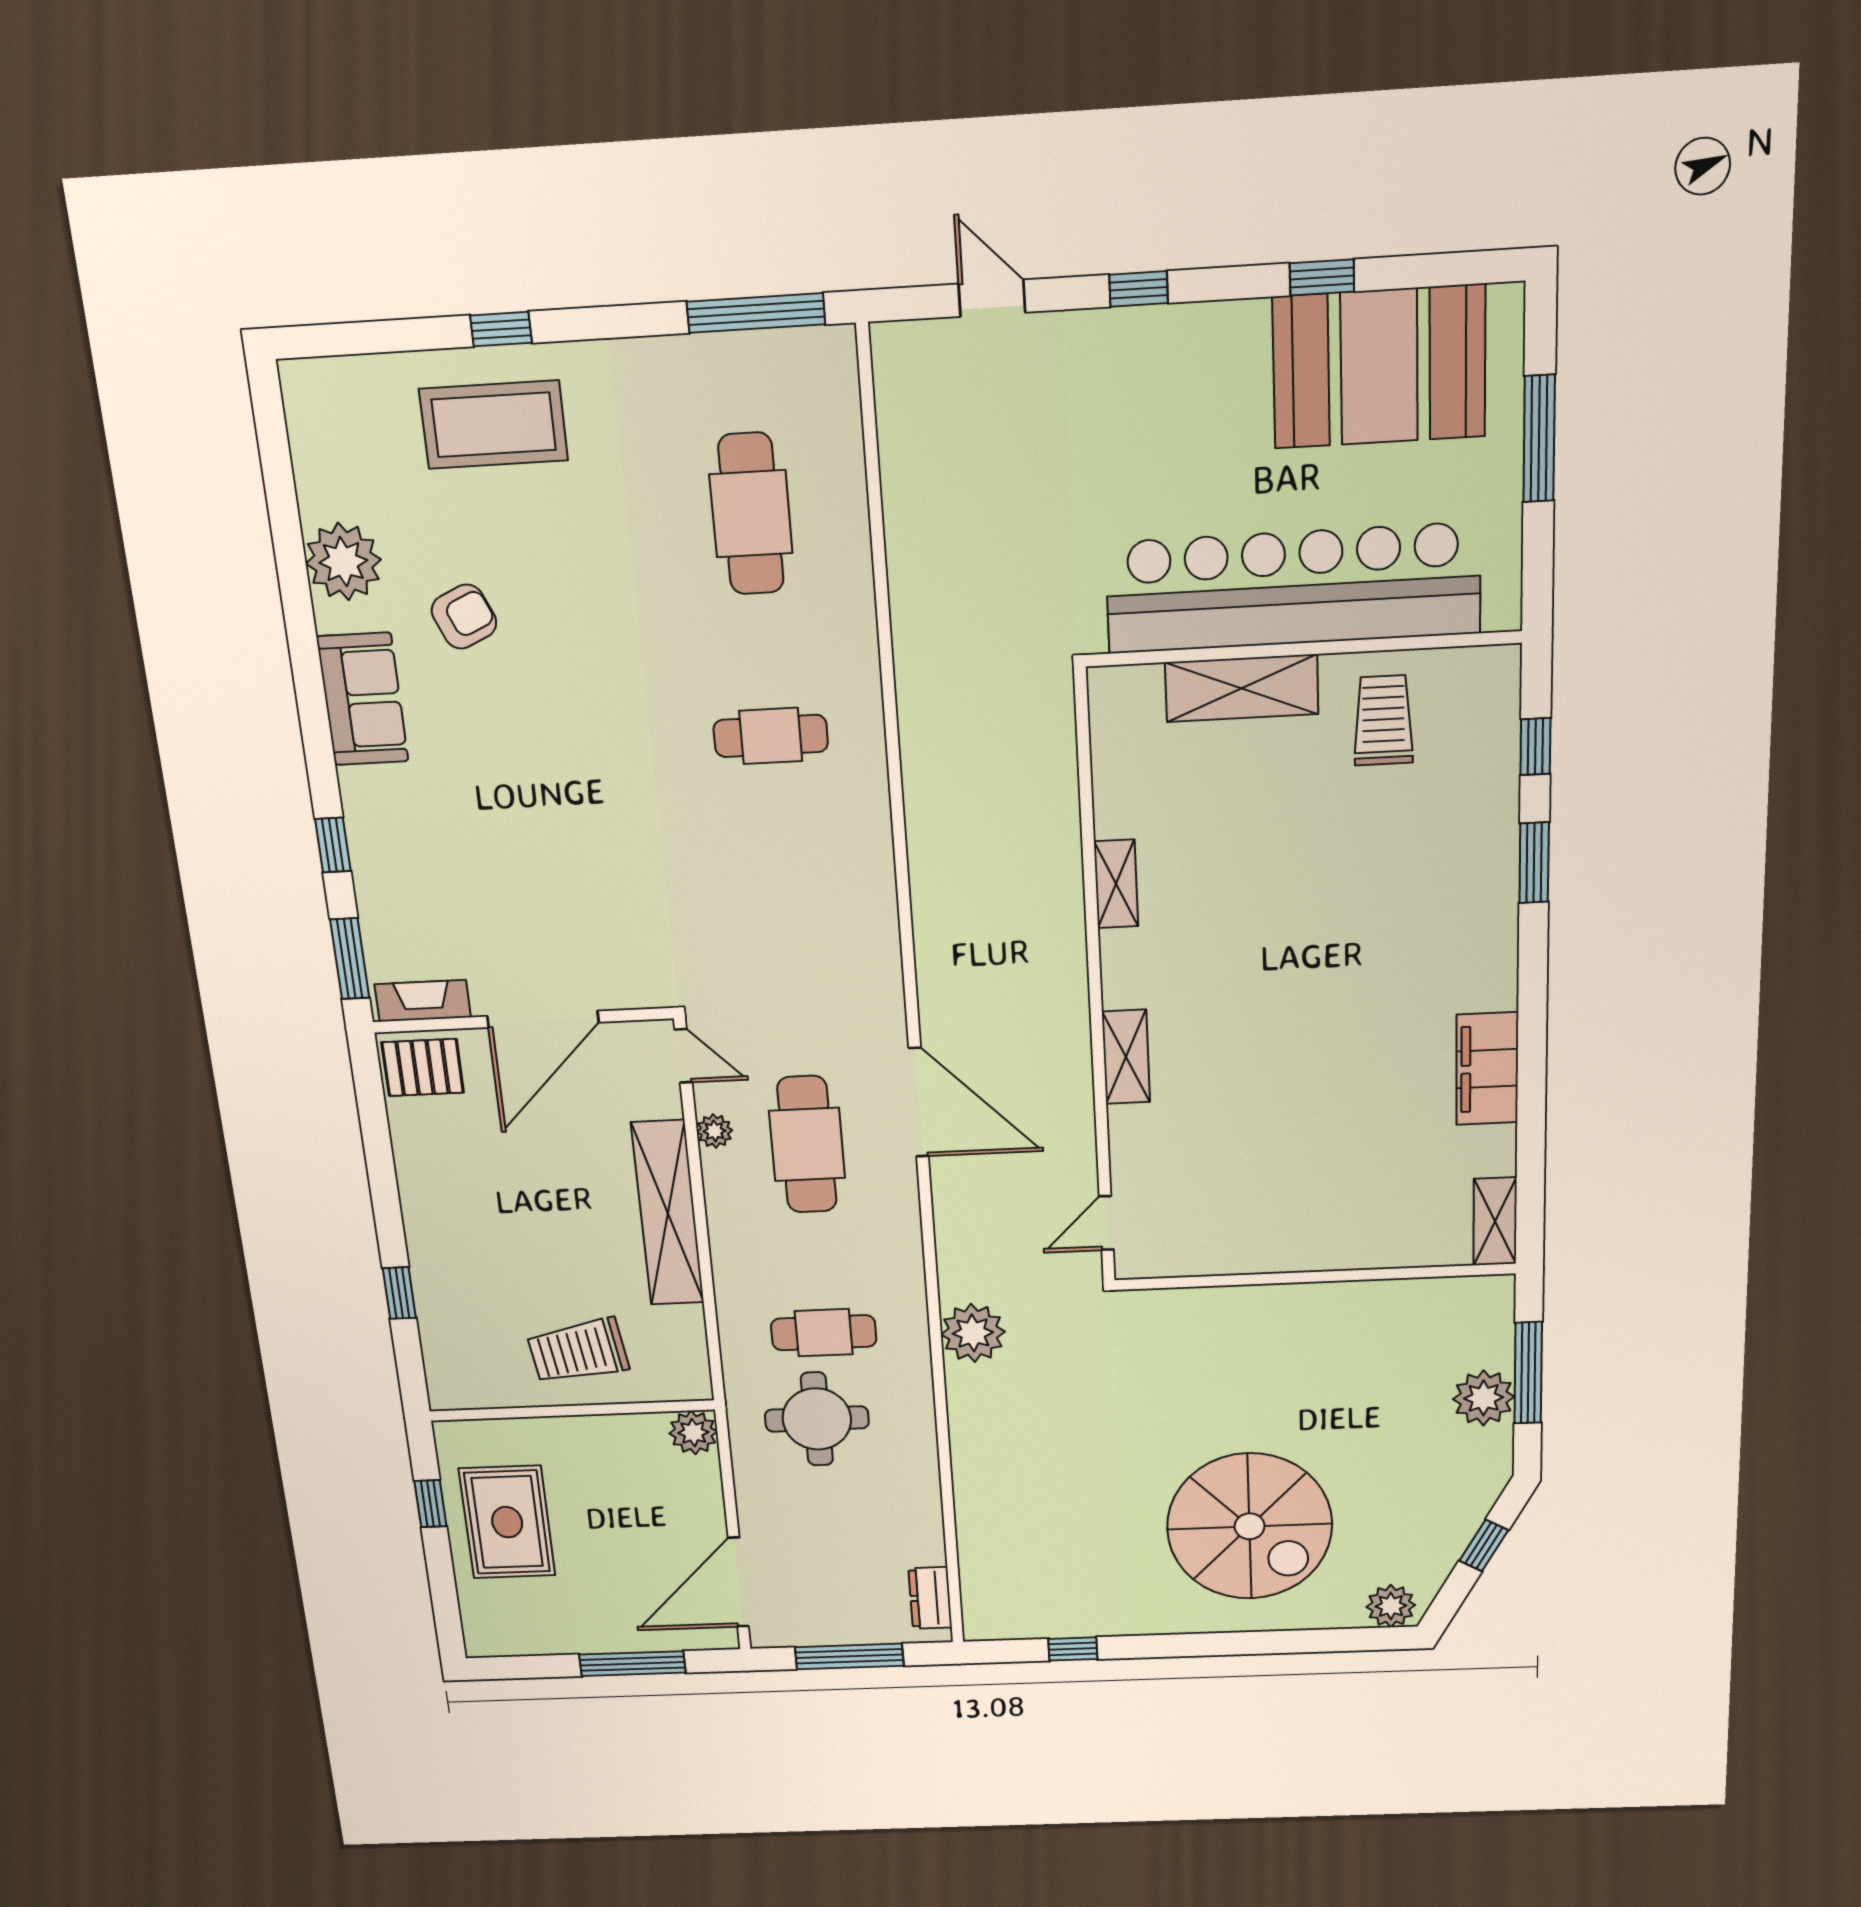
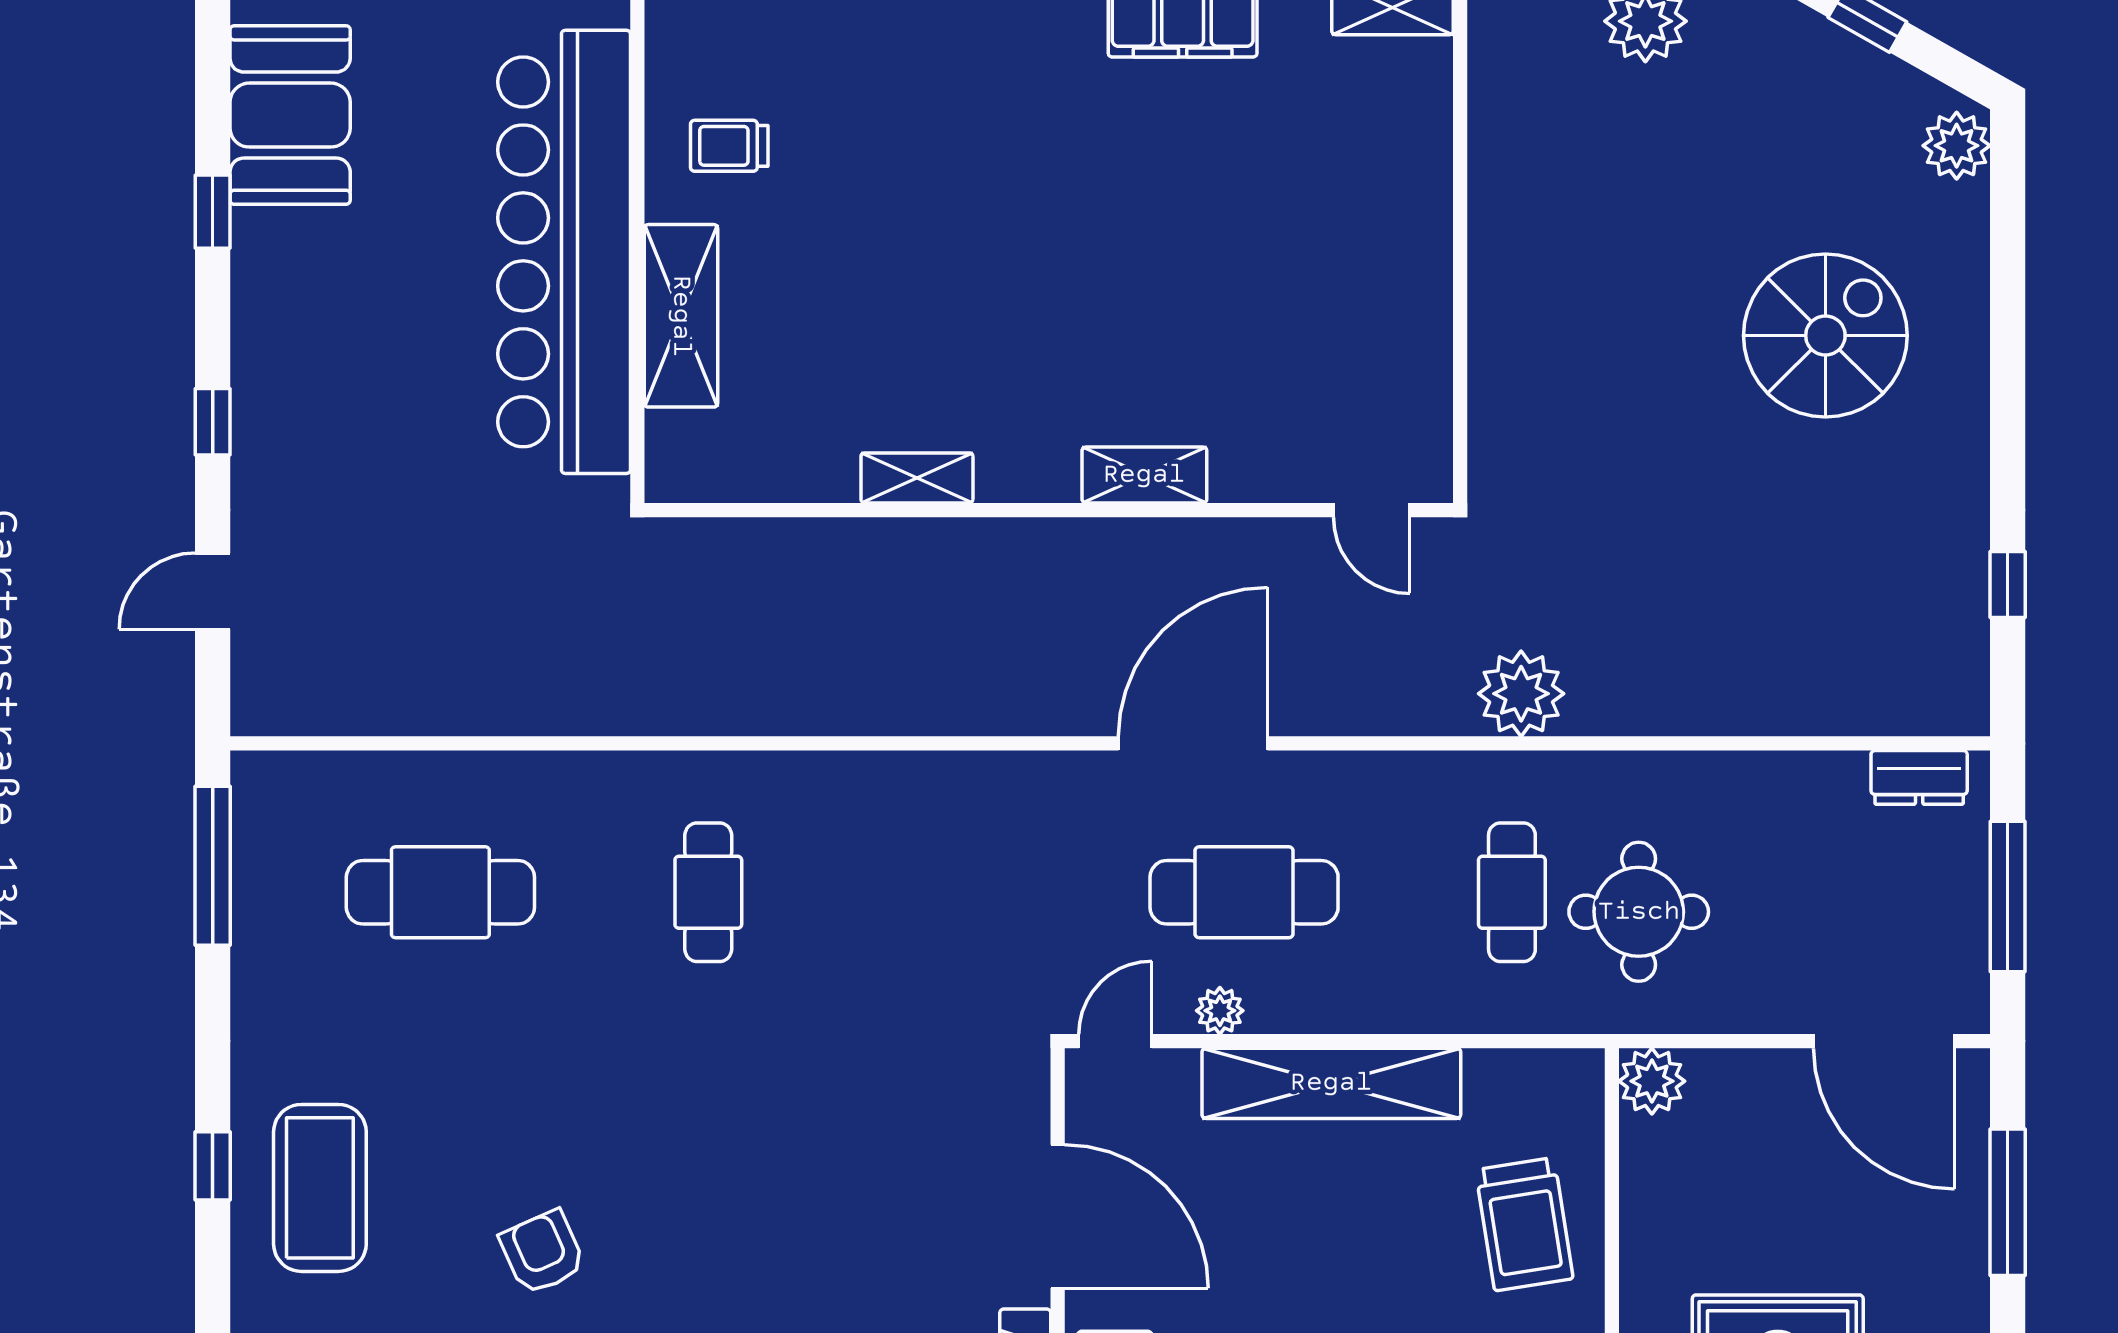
booth: (1379, 367) -> (290, 115), width x0.73, depth x0.70
trolley: (1383, 720) -> (729, 146), width x0.73, depth x0.72
spiral stairs: (1250, 1526) -> (1825, 336), width x0.73, depth x0.73

